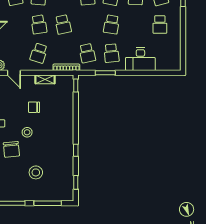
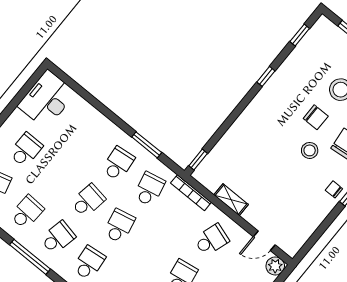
school desk: (63, 24) -> (119, 226), moved
desk: (140, 59) -> (47, 99), moved, turned -90
door: (14, 73) -> (264, 241), swing flipped
chair: (34, 107) -> (316, 117), moved

